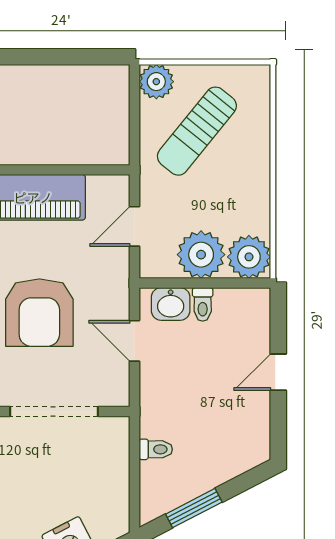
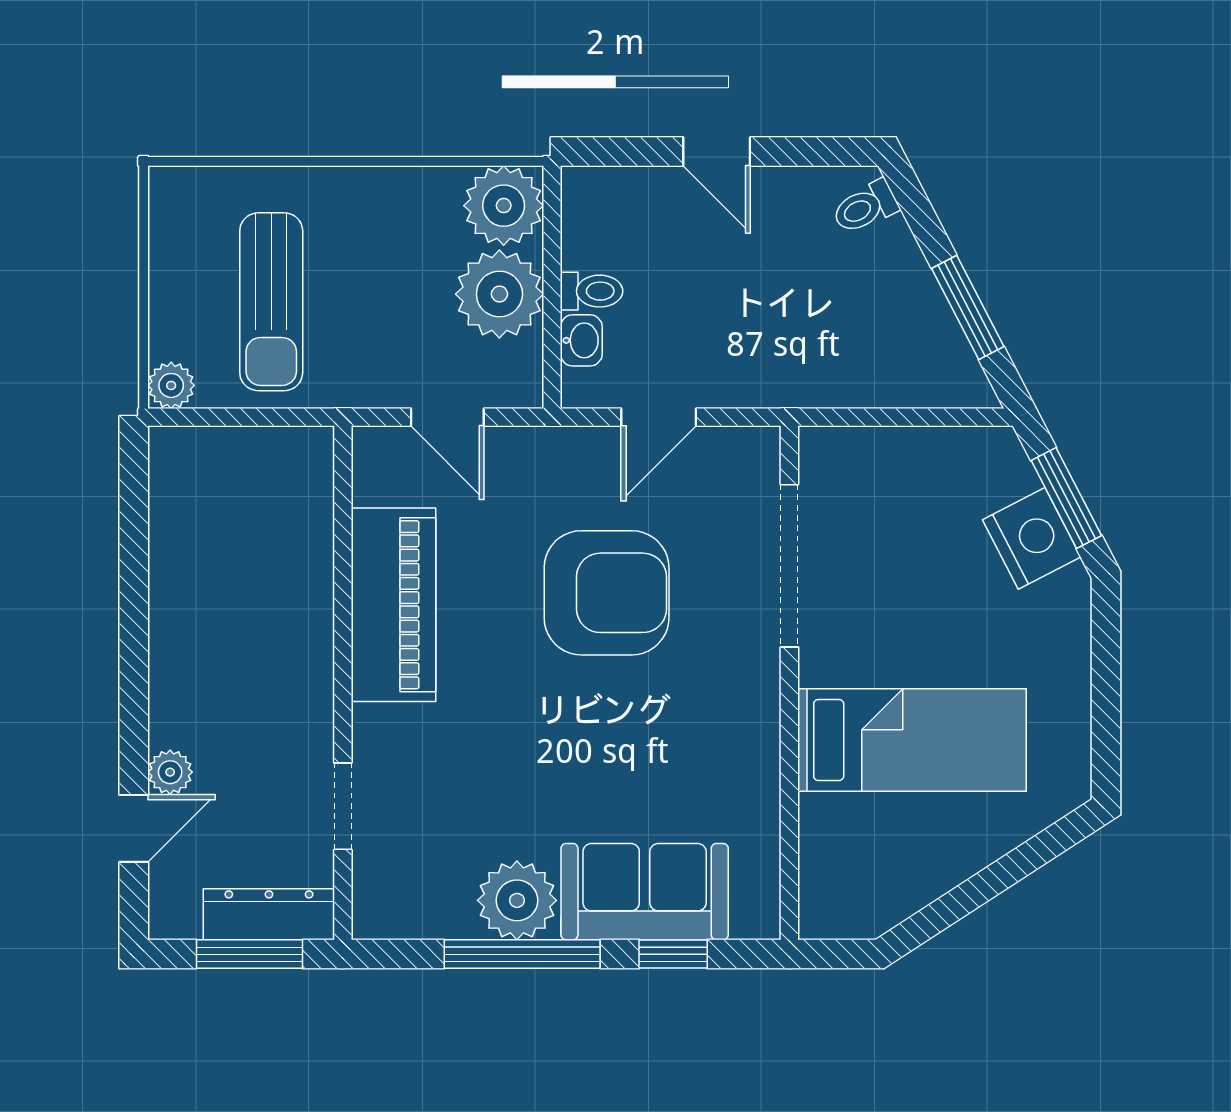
plant: (156, 82) -> (171, 385), width x0.73, depth x0.73
sun lounger: (197, 131) -> (271, 302), turned 51
washbasin: (171, 304) -> (581, 340), width x0.72, depth x0.69
toilet: (156, 449) -> (865, 207), moved, turned -117

